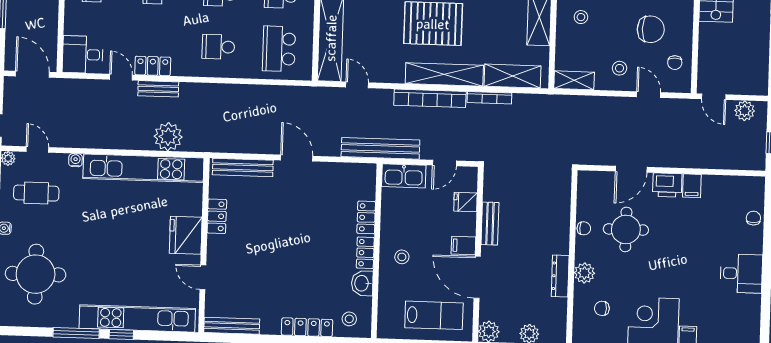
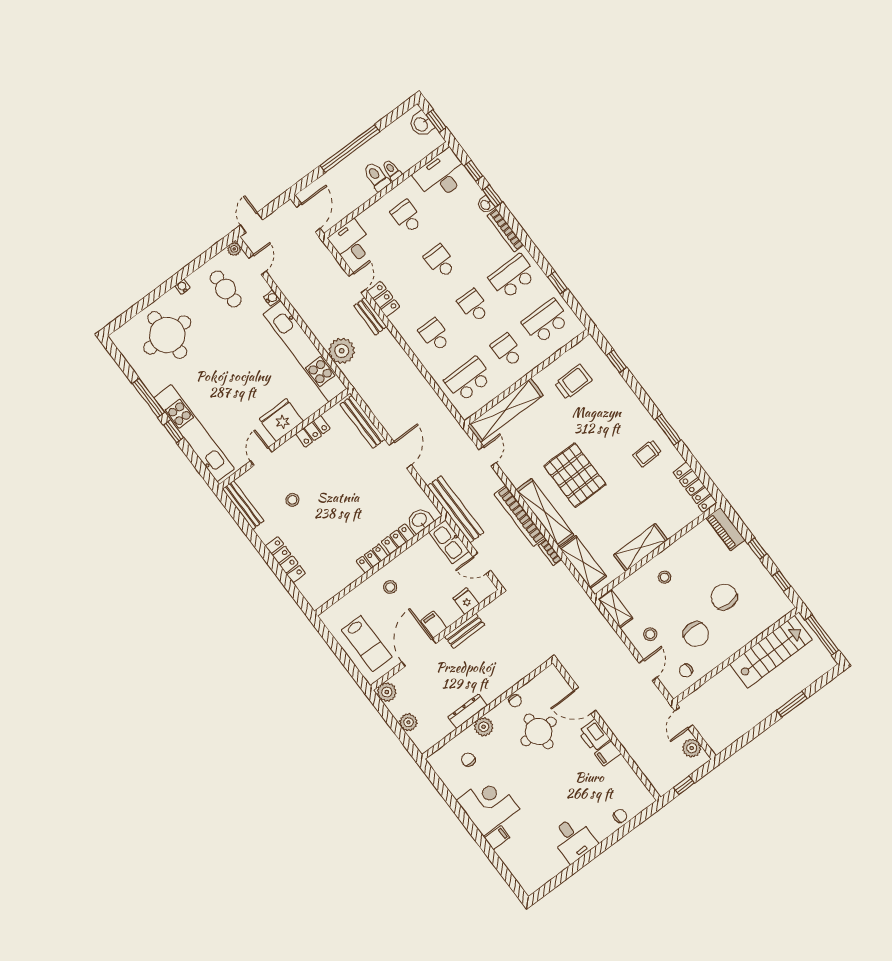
bookcase: (489, 98) -> (550, 552), width x0.64
washbasin: (362, 283) -> (420, 520), moved
stool: (349, 319) -> (292, 500), moved

